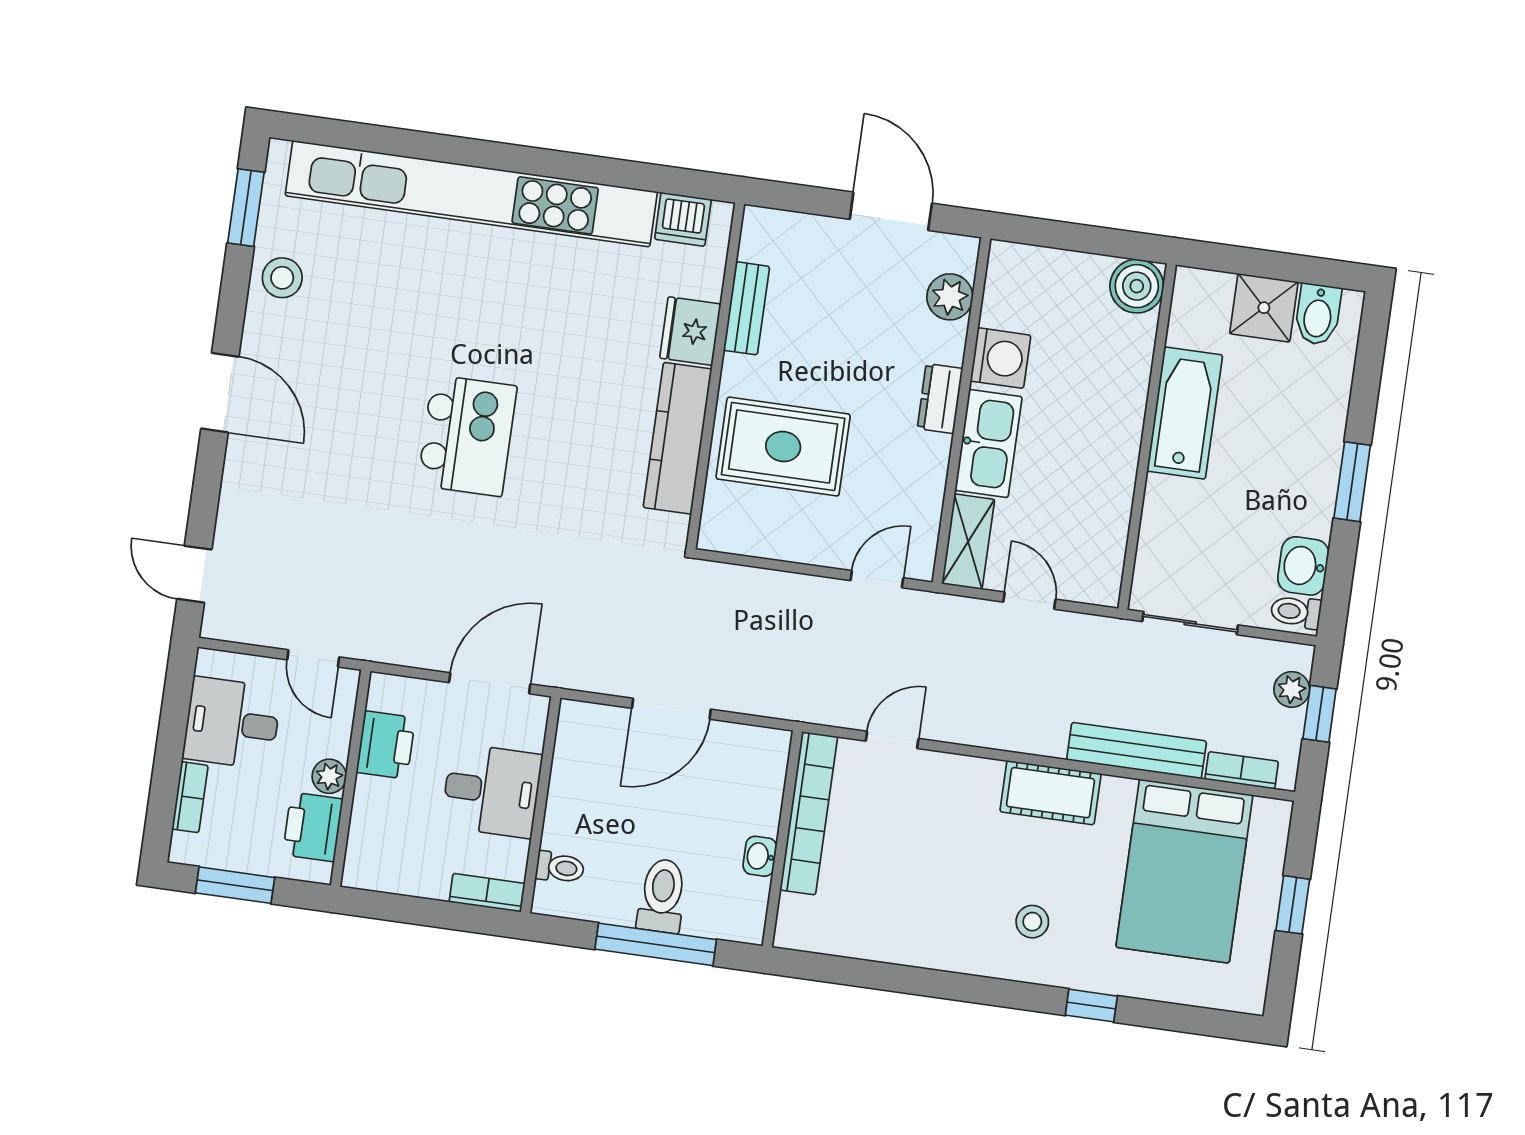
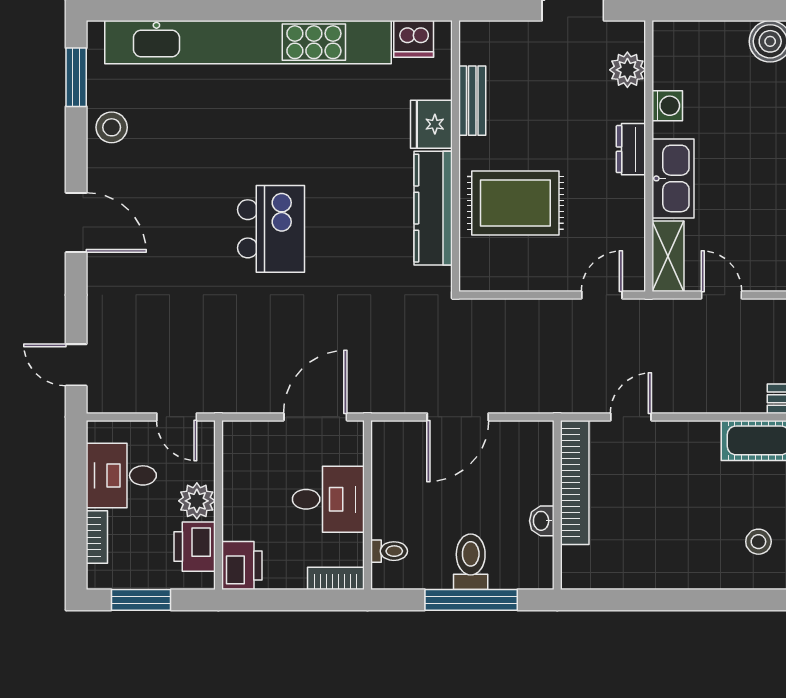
washing machine: (1000, 358) -> (667, 106), width x0.73, depth x0.73
printer: (386, 745) -> (242, 565), moved
plant: (329, 776) -> (197, 501), width x1.38, depth x1.38

